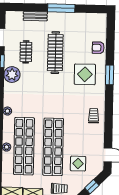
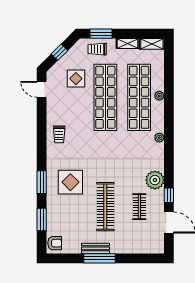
bench: (35, 16) -> (96, 248), moved
window: (110, 43) -> (42, 219), added
armchair: (98, 48) -> (55, 243), moved

